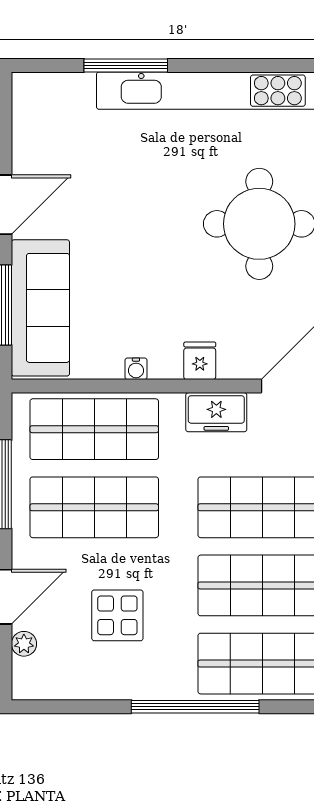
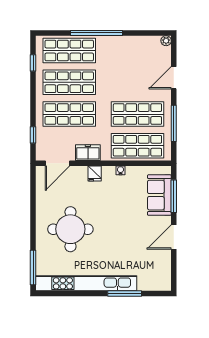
sofa: (40, 308) -> (159, 195), width x0.73
display table: (117, 615) -> (128, 70), removed
plant: (24, 644) -> (166, 41), moved

